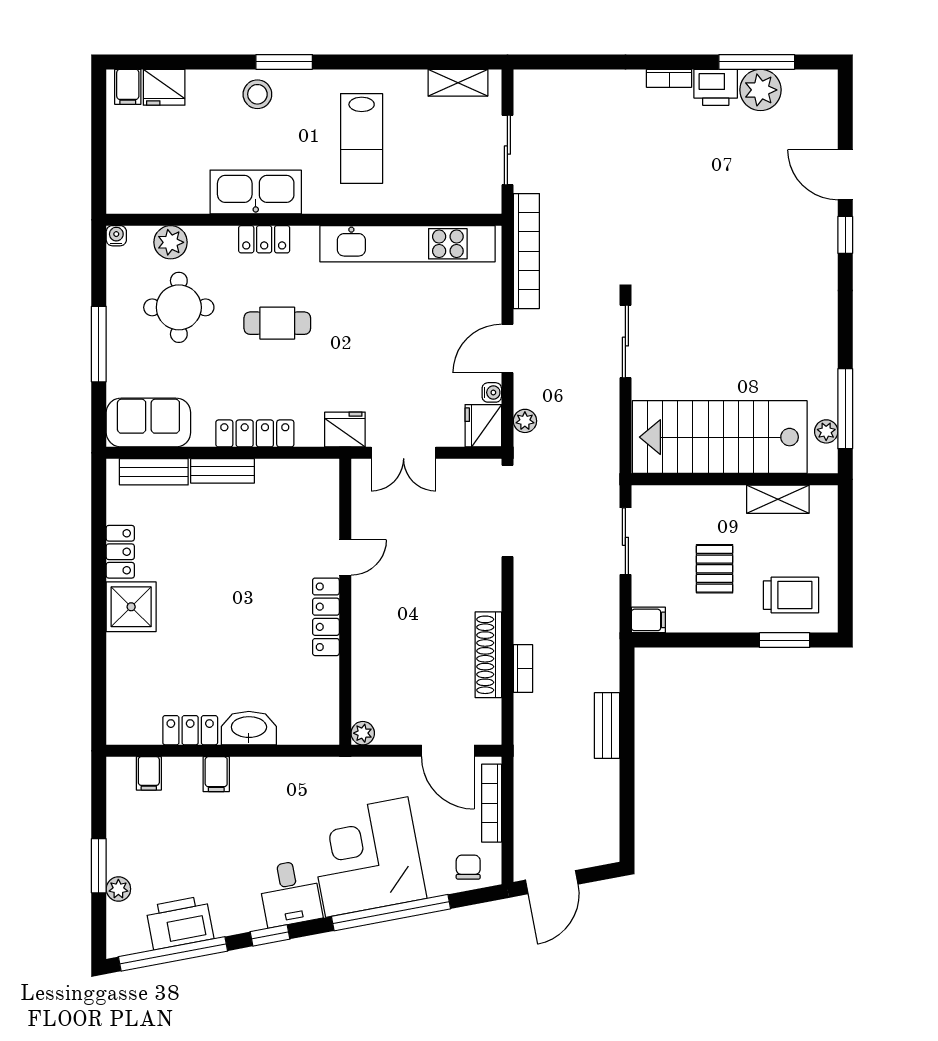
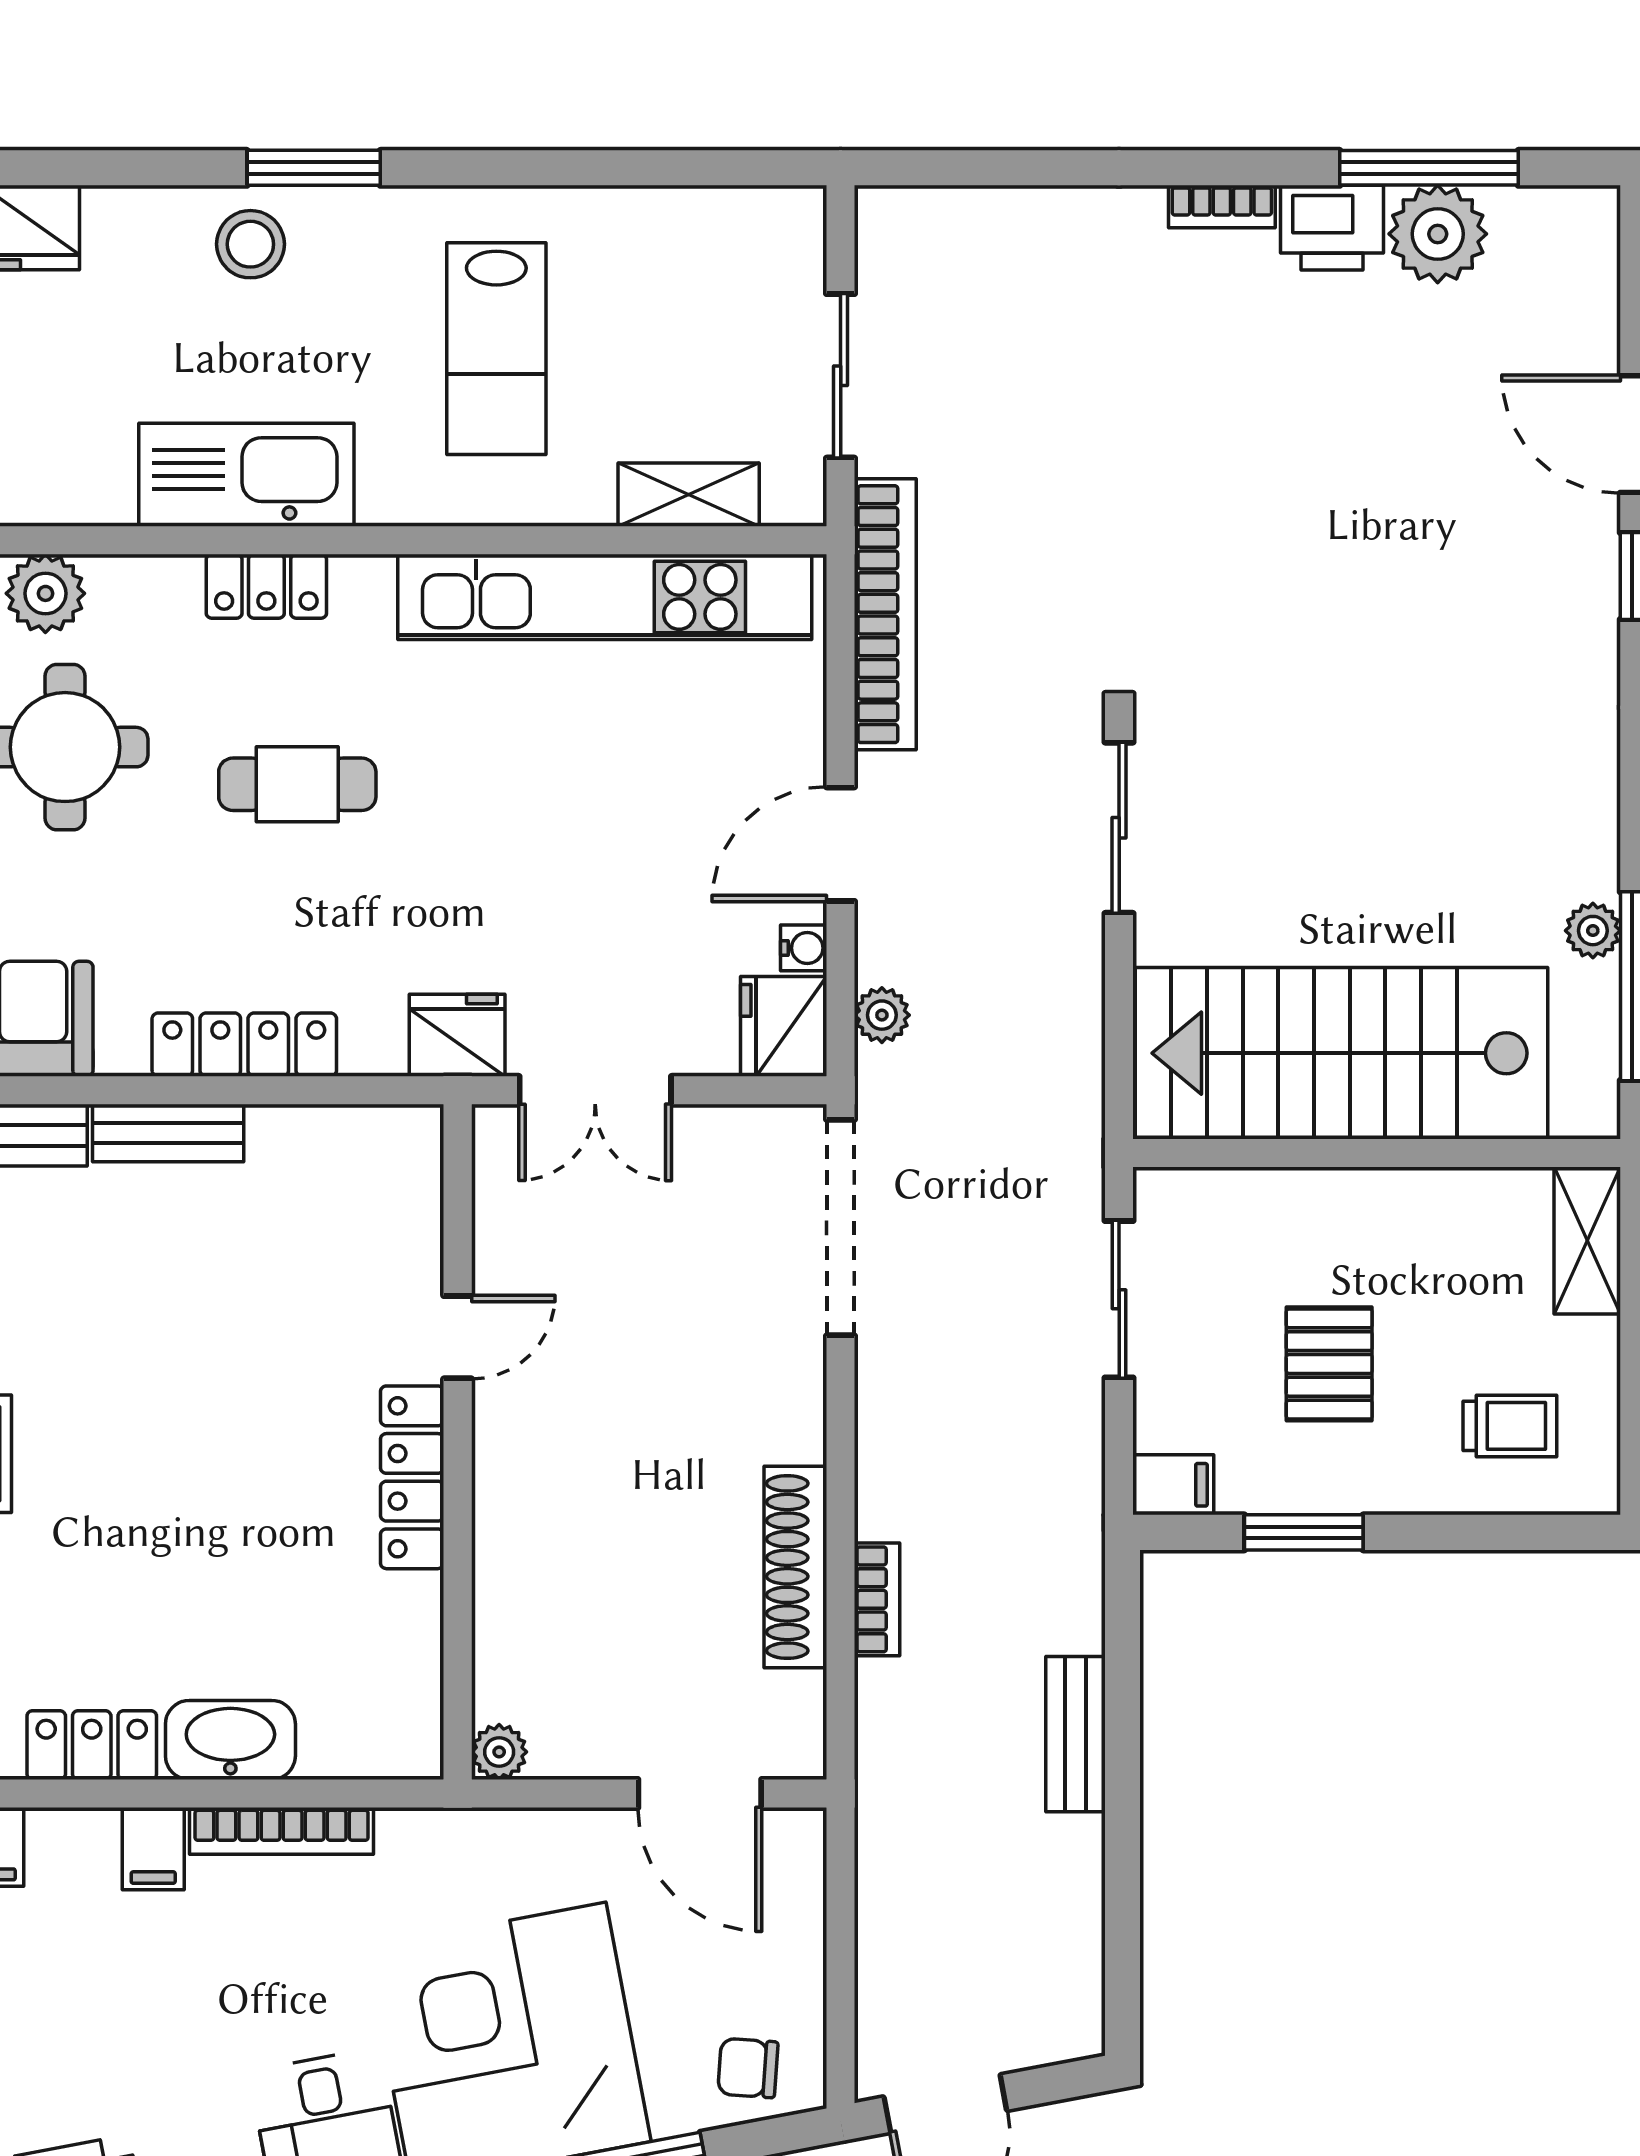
shelving: (458, 83) -> (689, 495), moved
plant: (826, 431) -> (1593, 931), moved
shelving: (778, 499) -> (1587, 1241), moved, turned 90
trolley: (791, 595) -> (1510, 1426), width x0.73, depth x0.72
window: (785, 640) -> (1304, 1532), moved
bookcase: (492, 803) -> (282, 1831), moved, turned -90
chair: (468, 867) -> (748, 2068), turned -86

